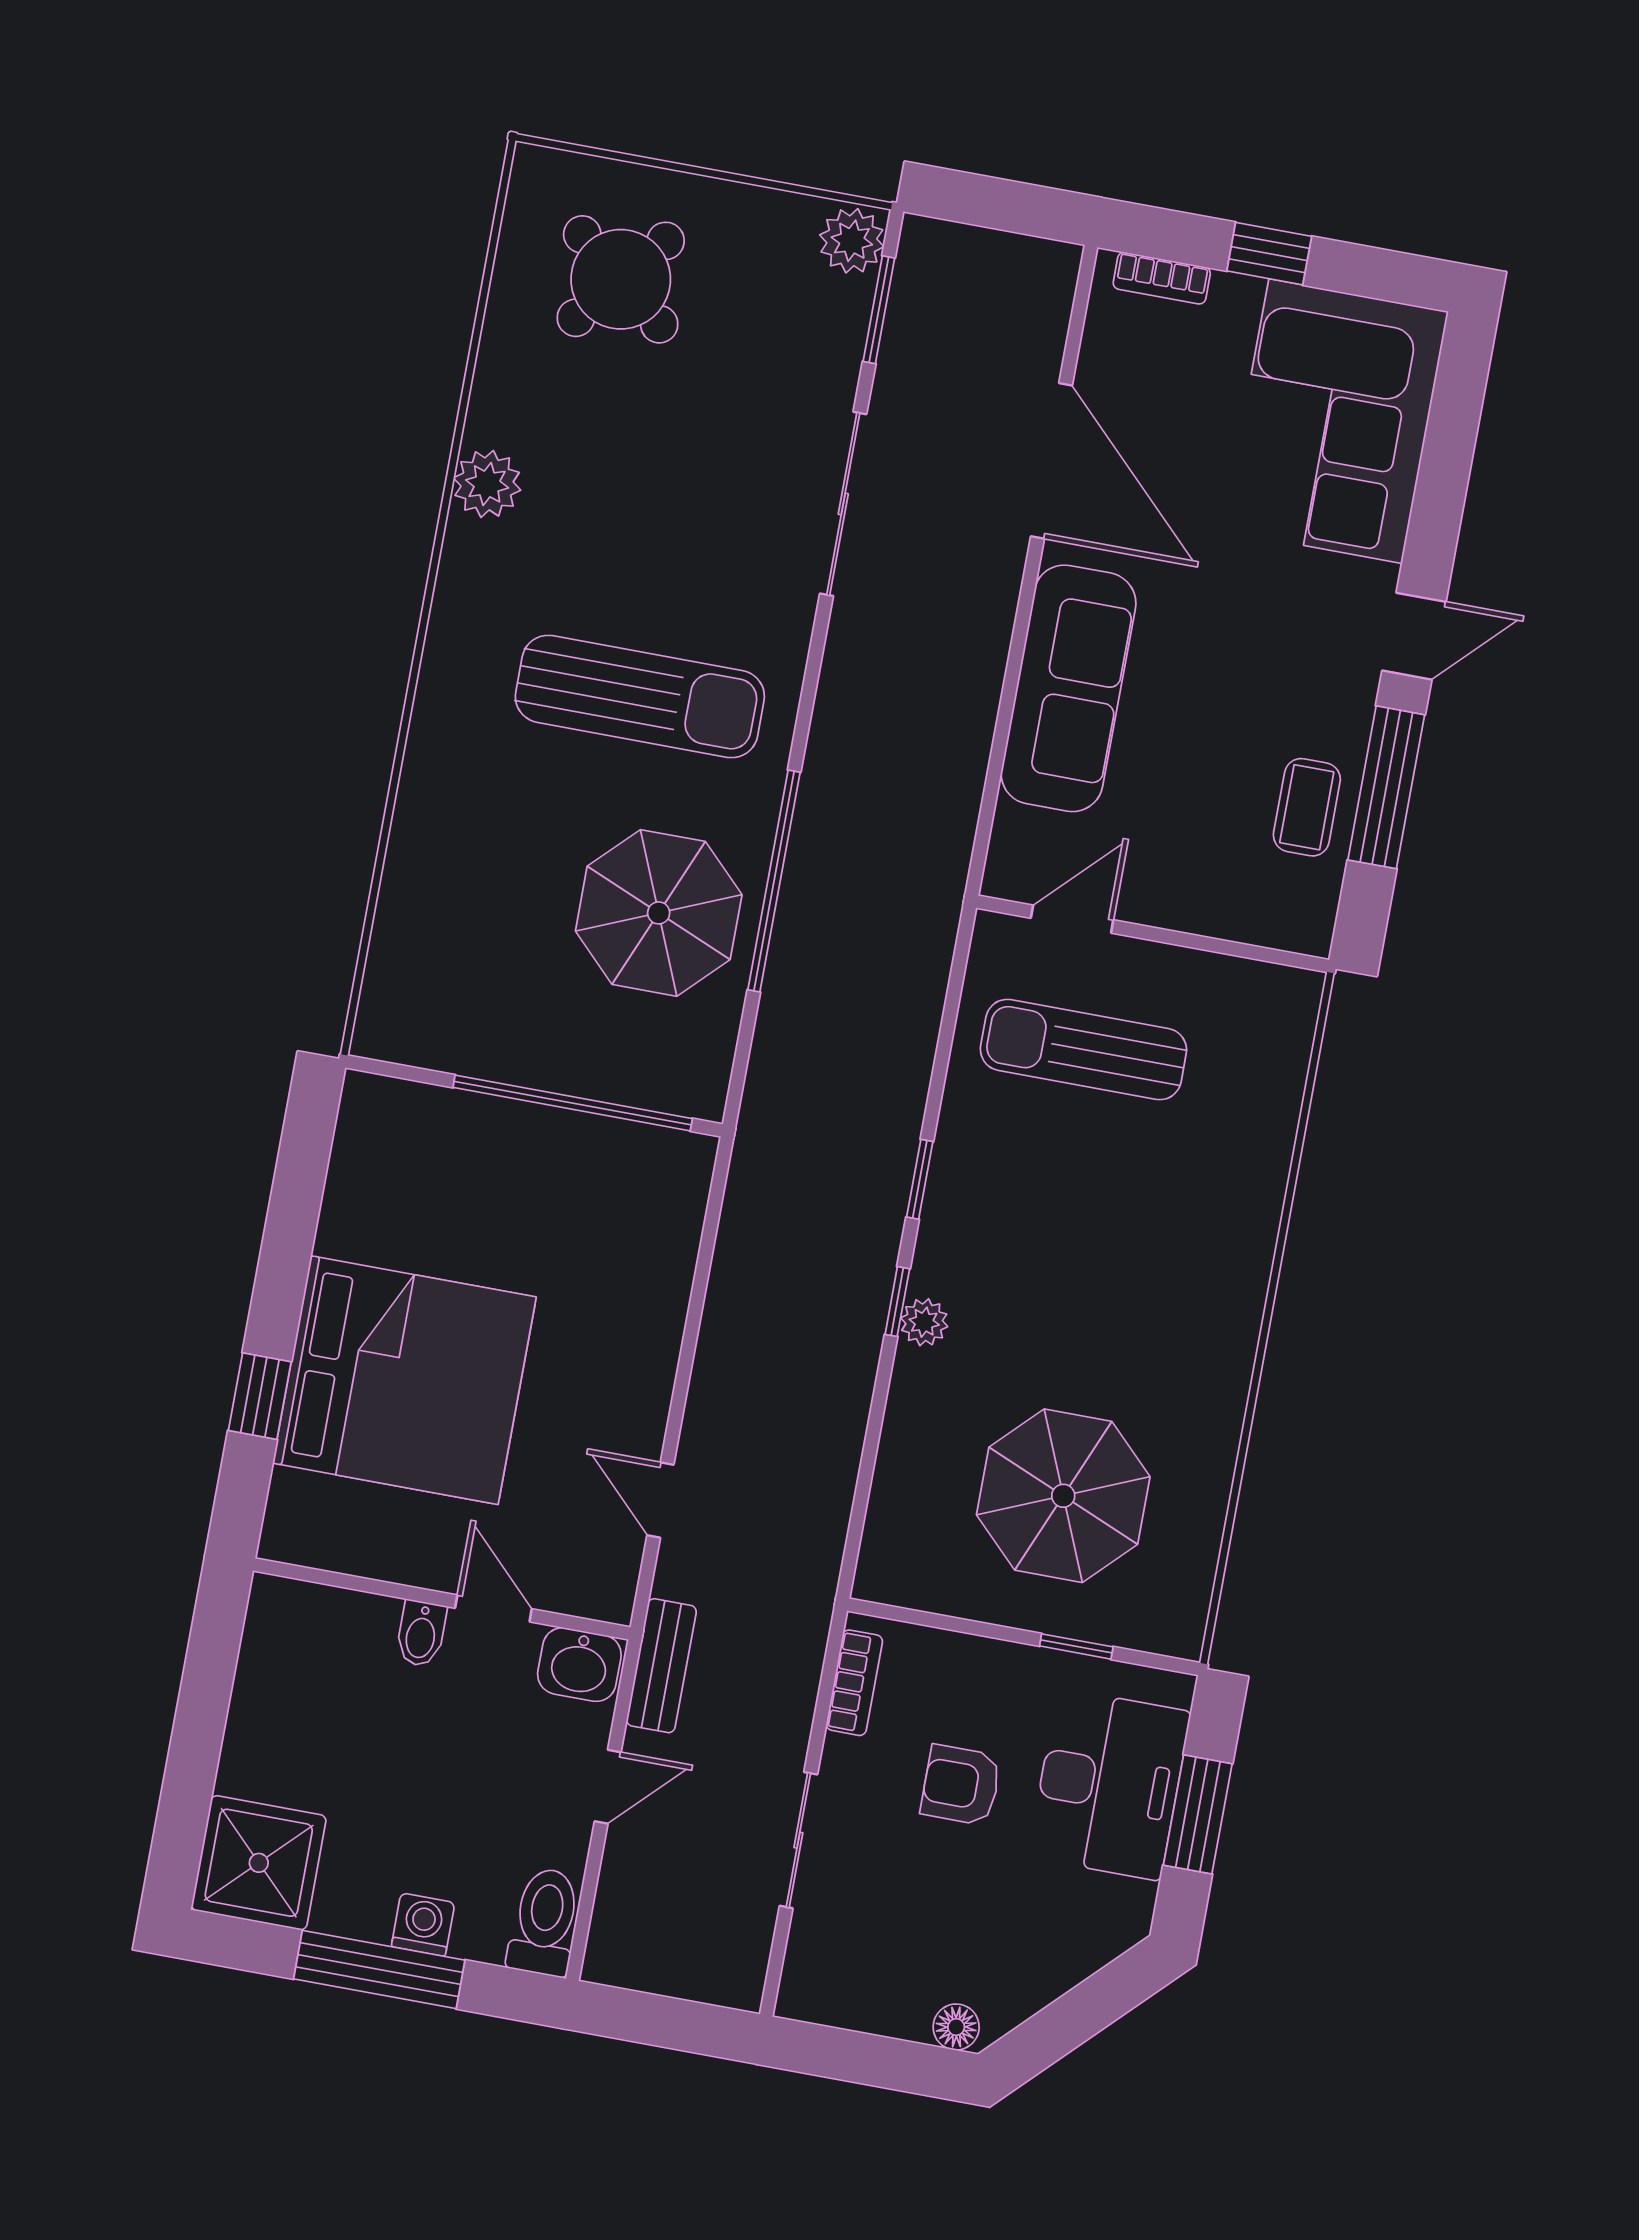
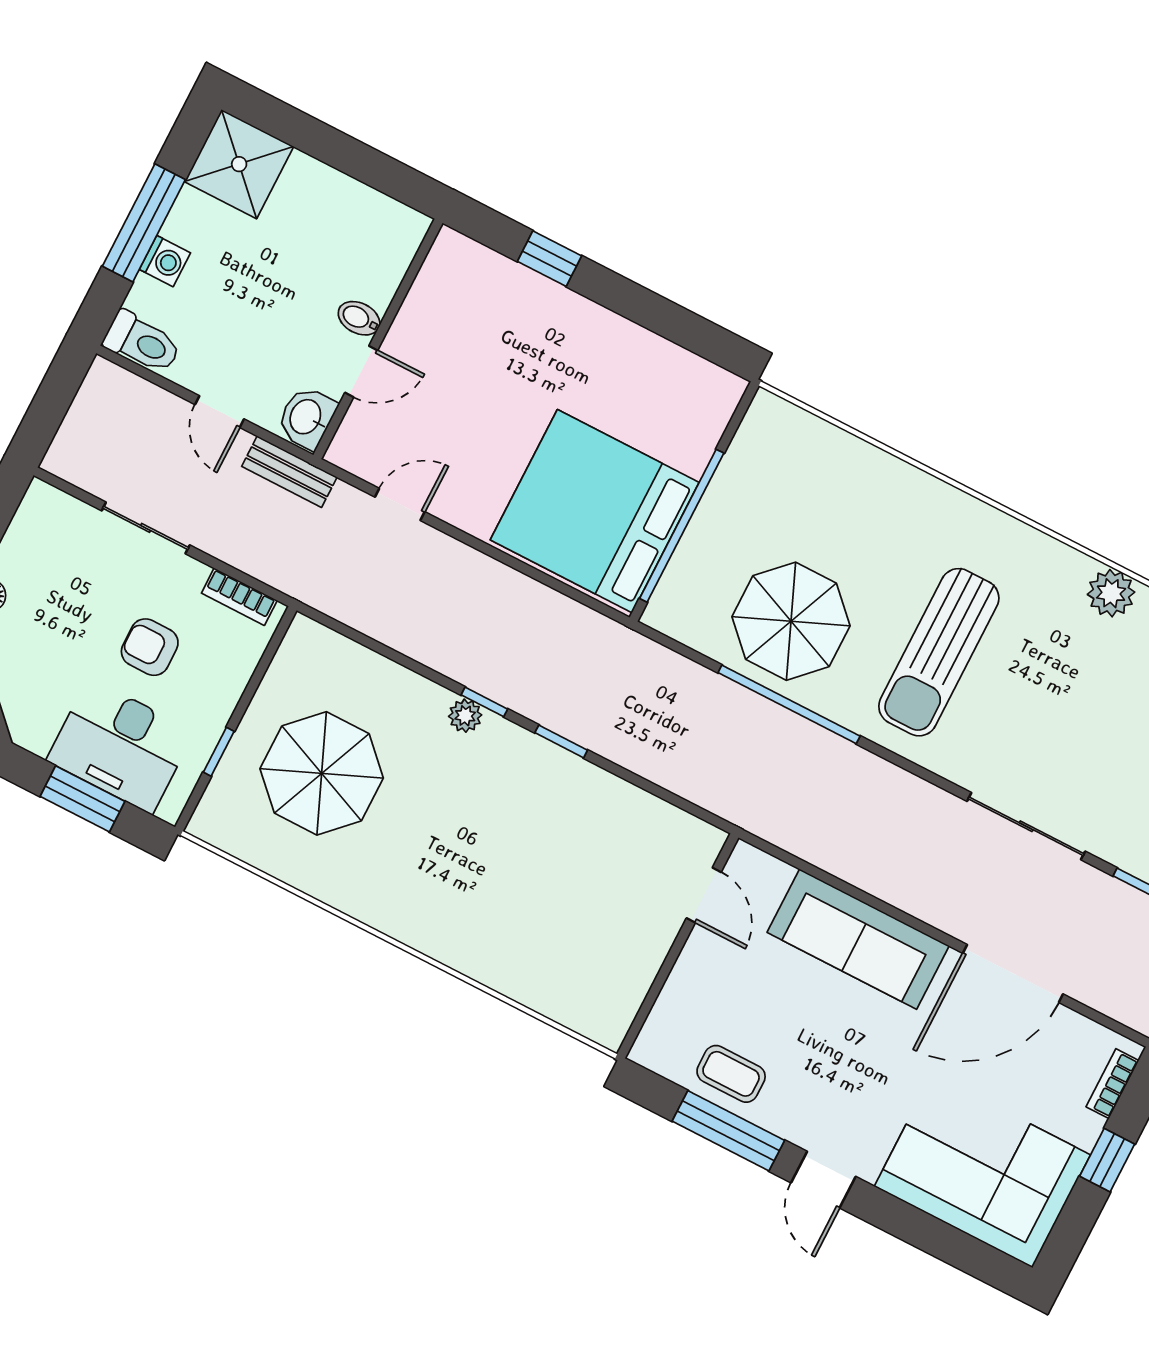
sun lounger: (1083, 1050) -> (615, 877), removed
bed: (404, 1380) -> (595, 511), moved, turned 90
armchair: (961, 1785) -> (150, 647), turned -90

